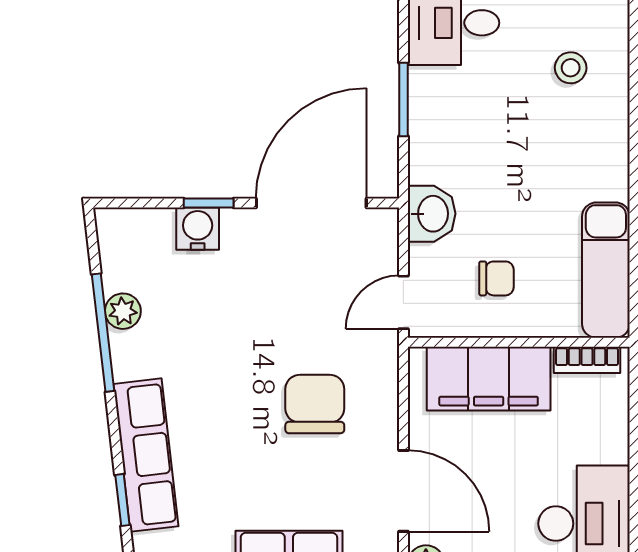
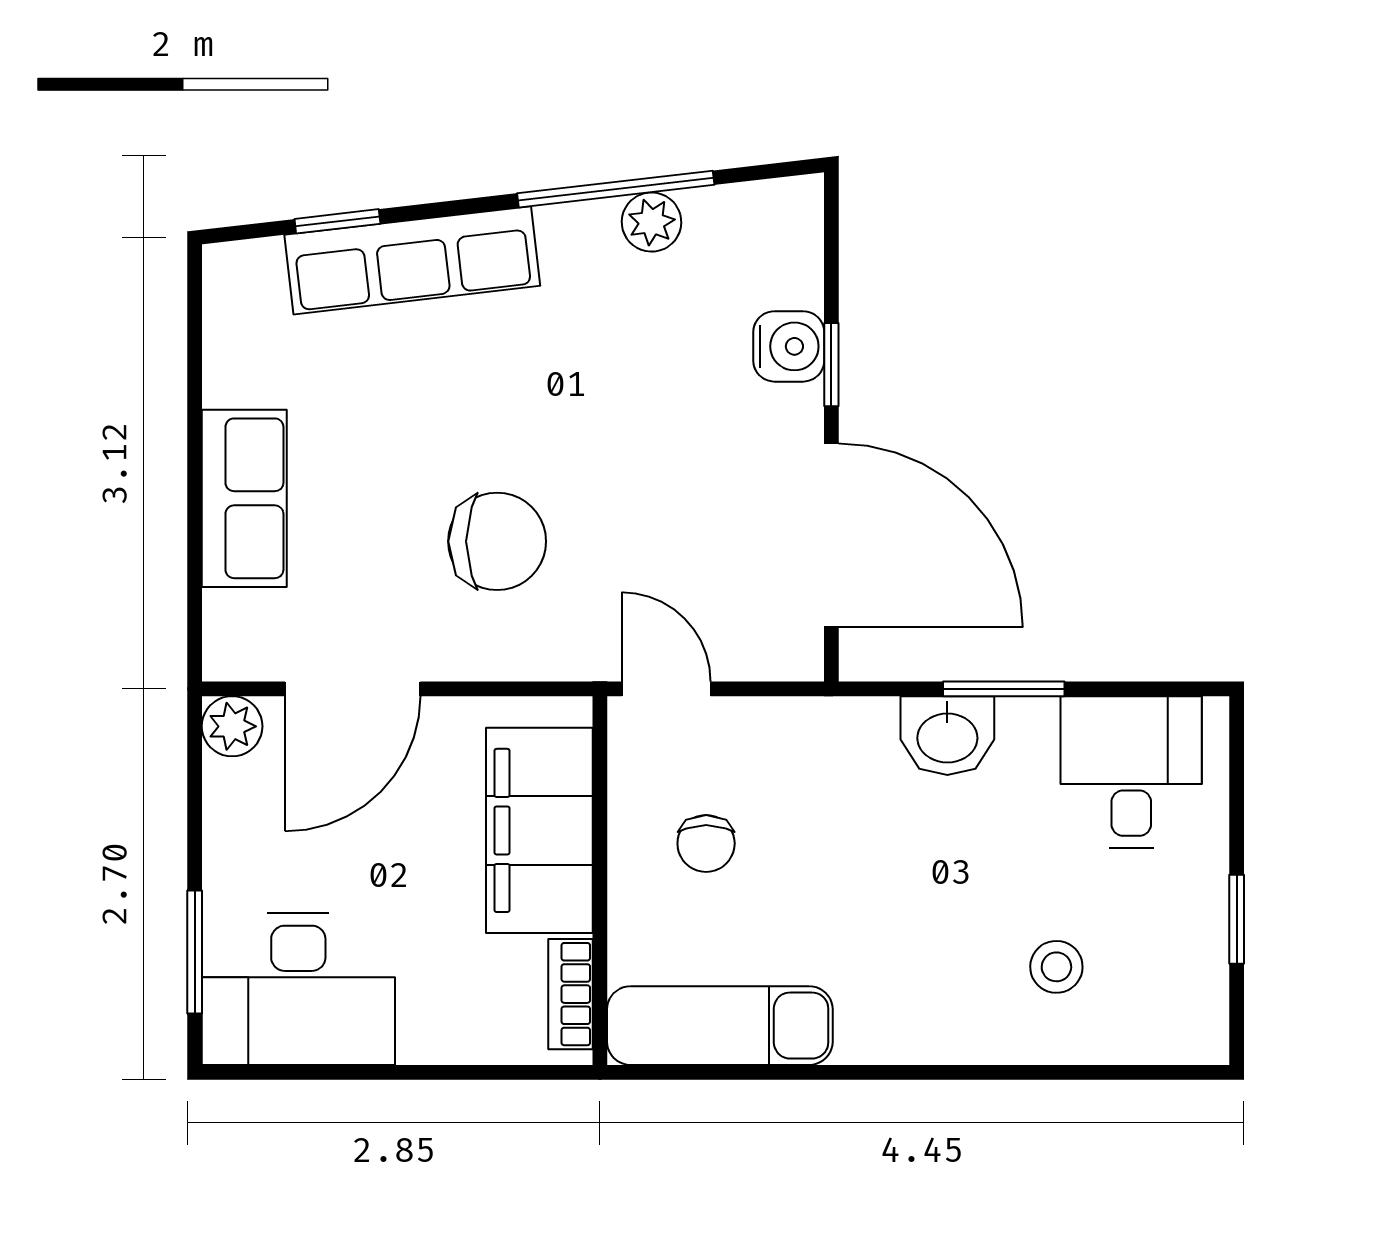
washbasin: (432, 214) -> (947, 736), moved

